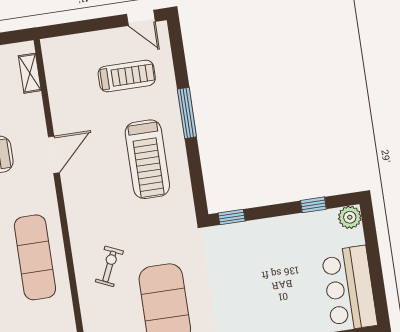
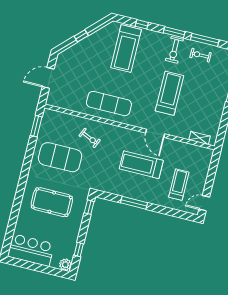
treadmill: (127, 76) -> (179, 185), turned 180
window: (187, 113) -> (134, 203), moved
treadmill: (147, 159) -> (141, 165), moved
pool table: (250, 286) -> (52, 202), added

